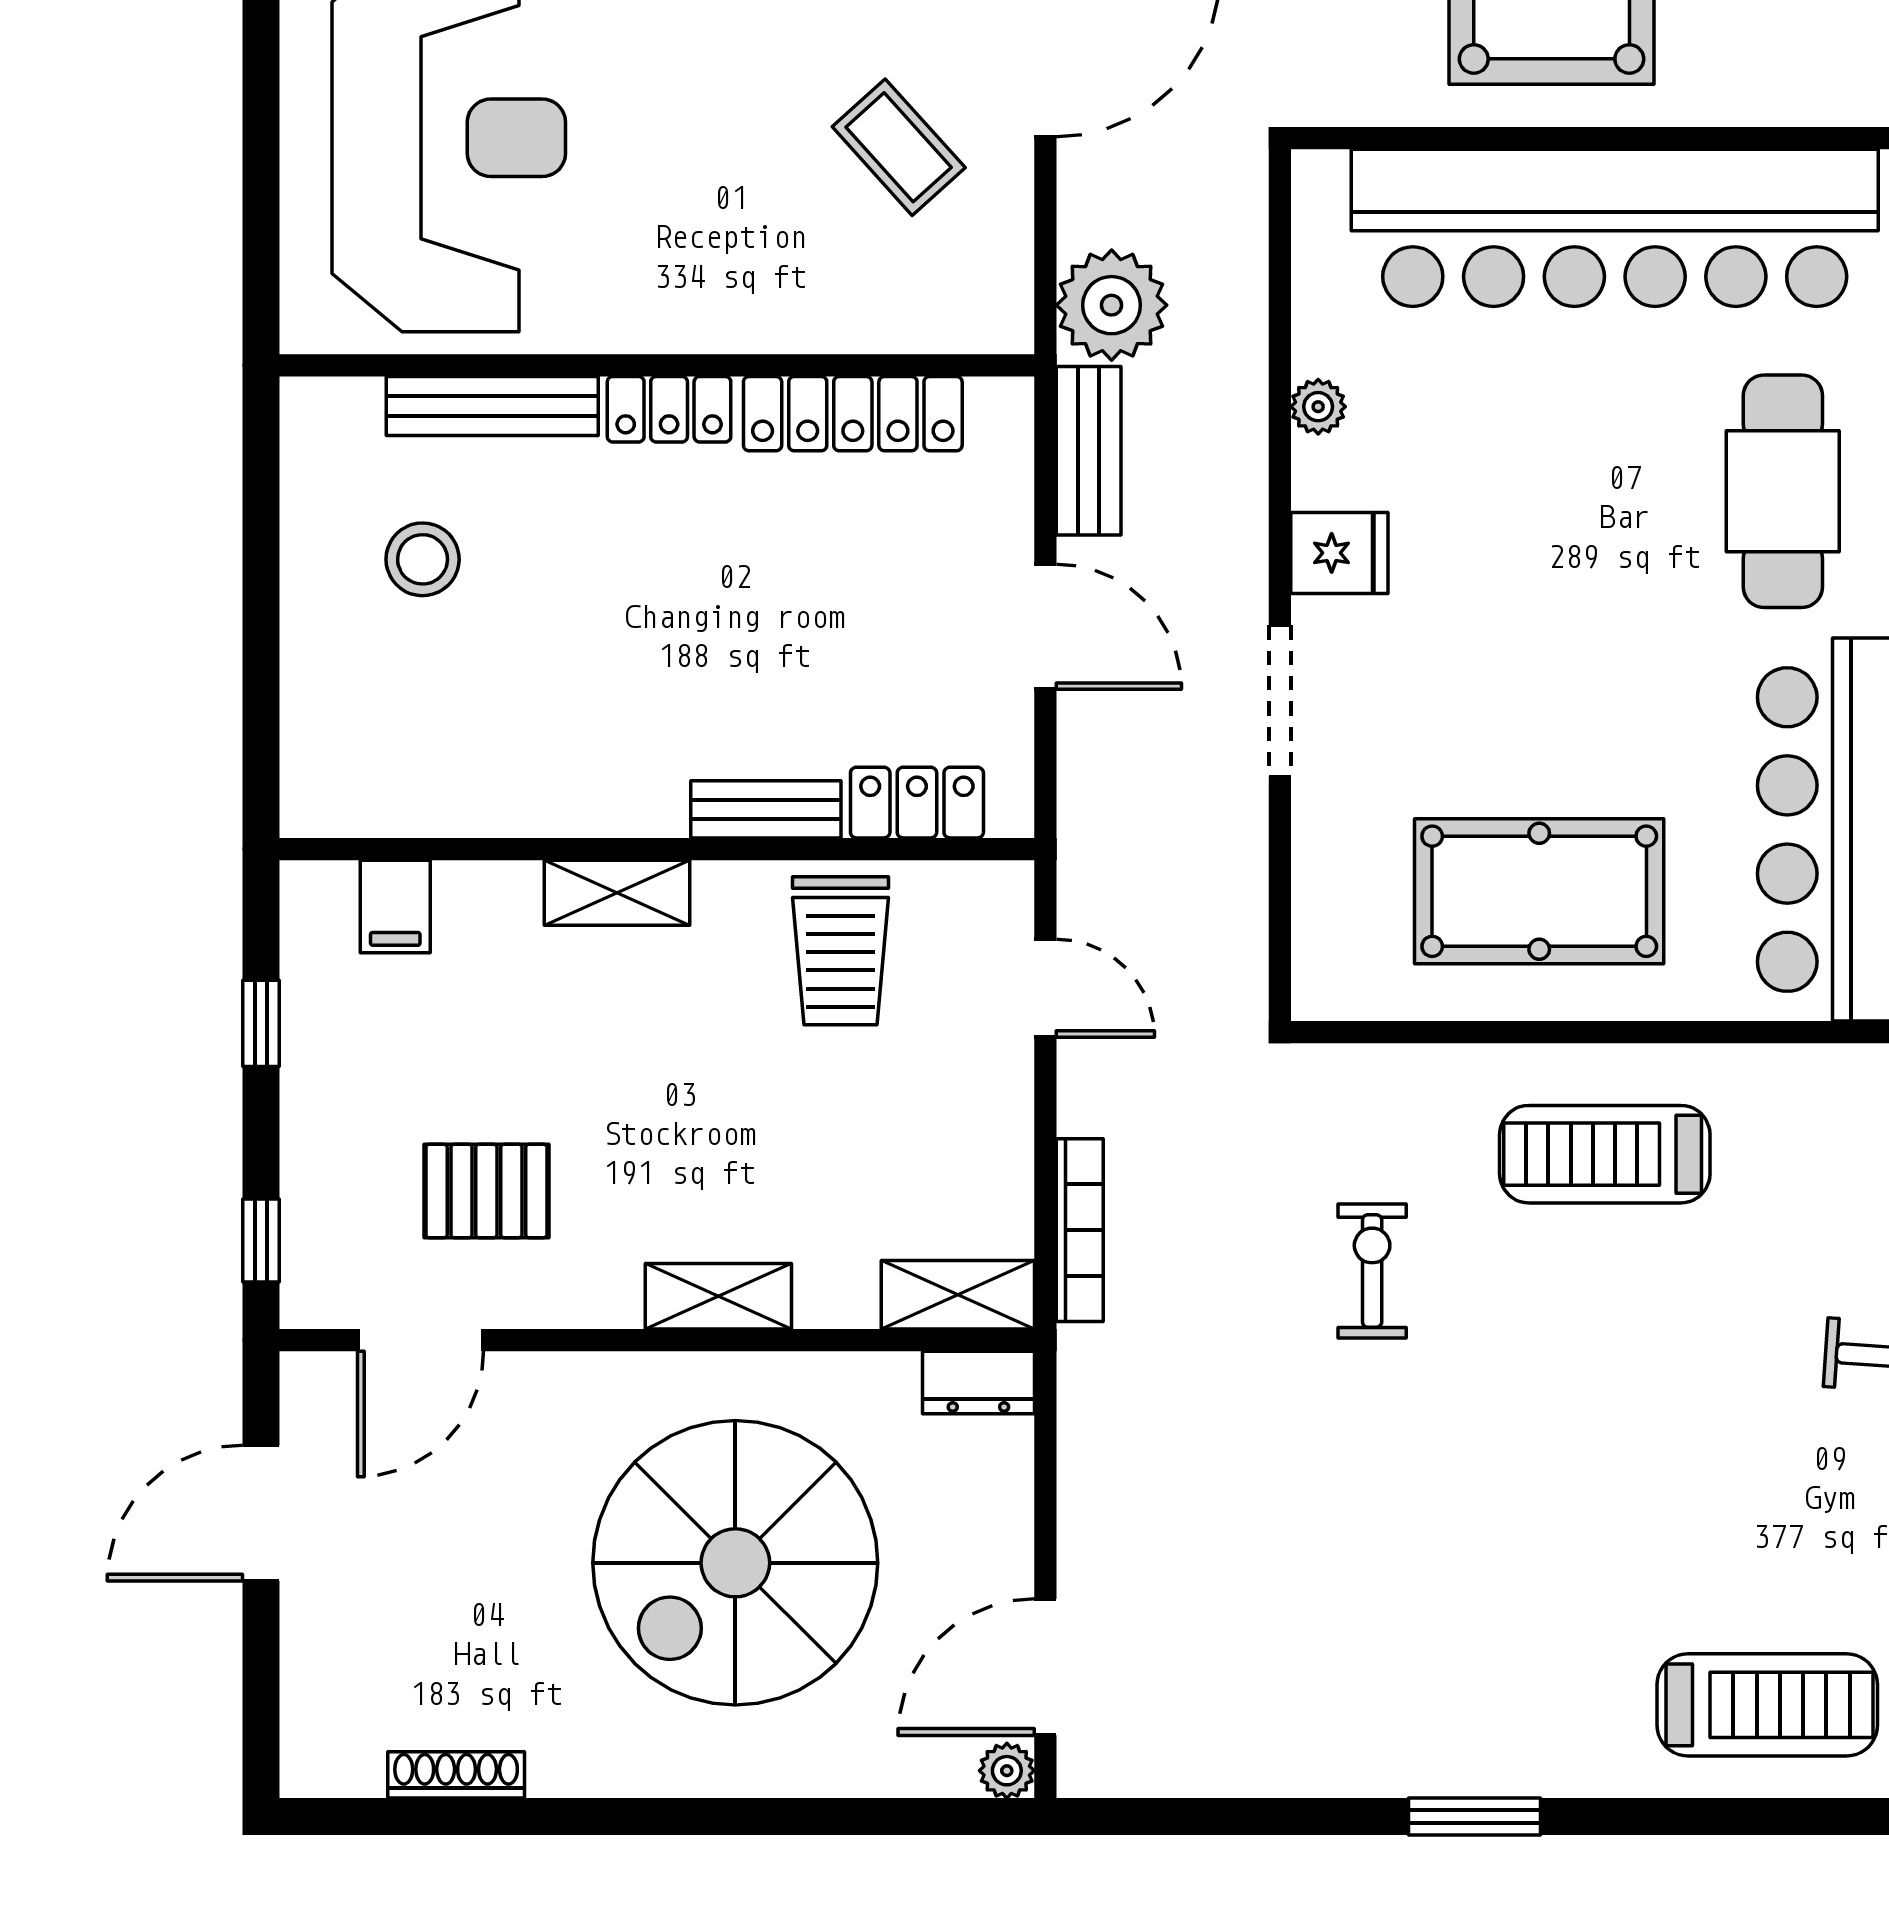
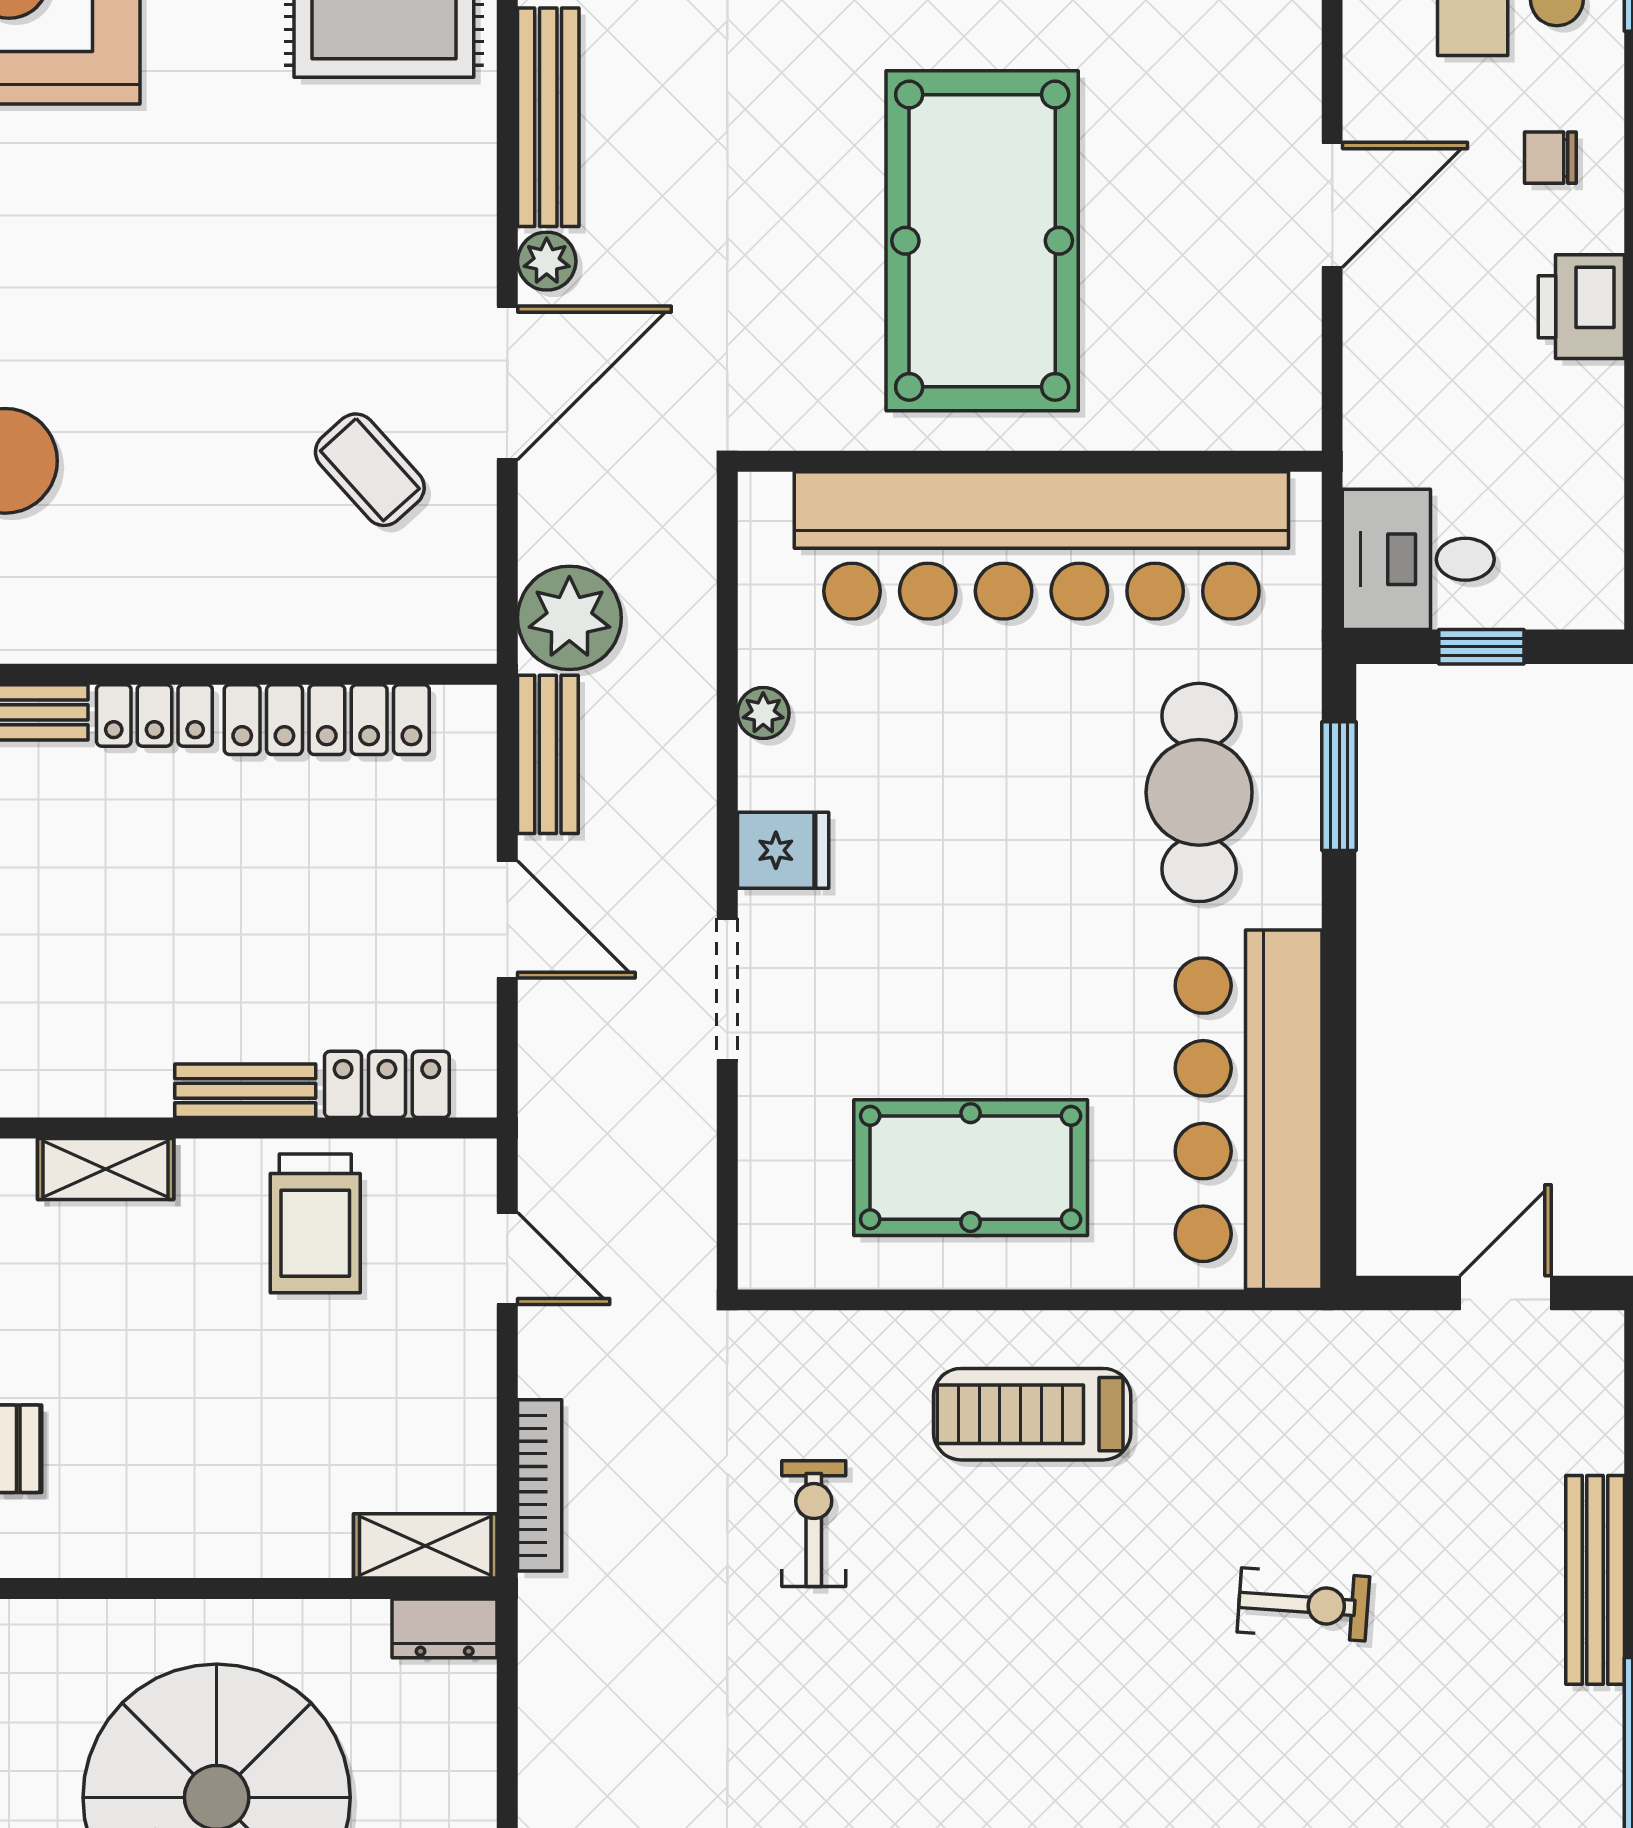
shelving: (718, 1296) -> (201, 1547), removed

